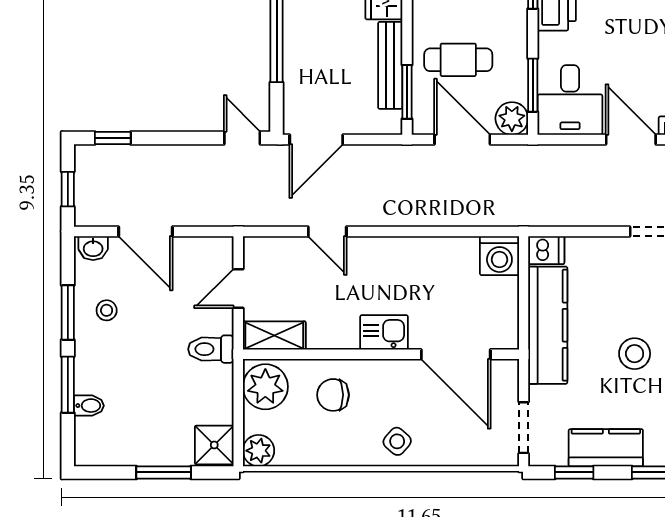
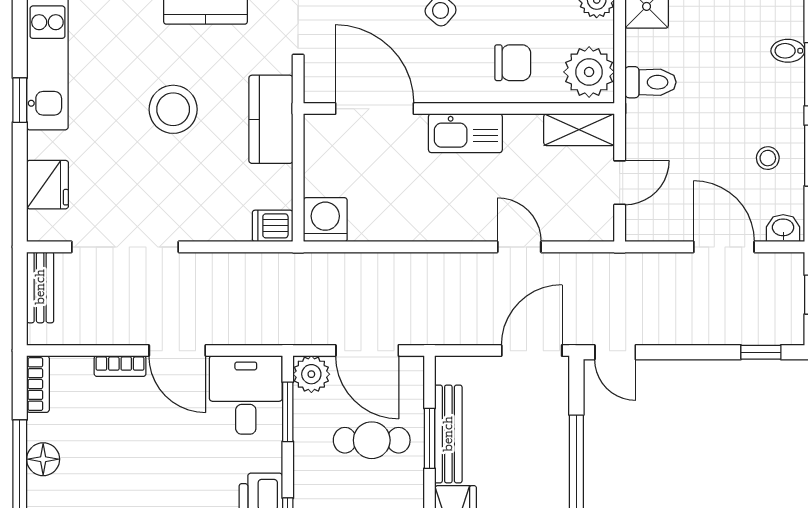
window: (407, 92) -> (429, 438), moved
kitchen counter: (548, 325) -> (271, 119), width x0.67
kitchen sink: (384, 332) -> (465, 133), width x1.38
toilet: (211, 349) -> (650, 82), moved
stool: (635, 354) -> (173, 109), width x1.38, depth x1.38

